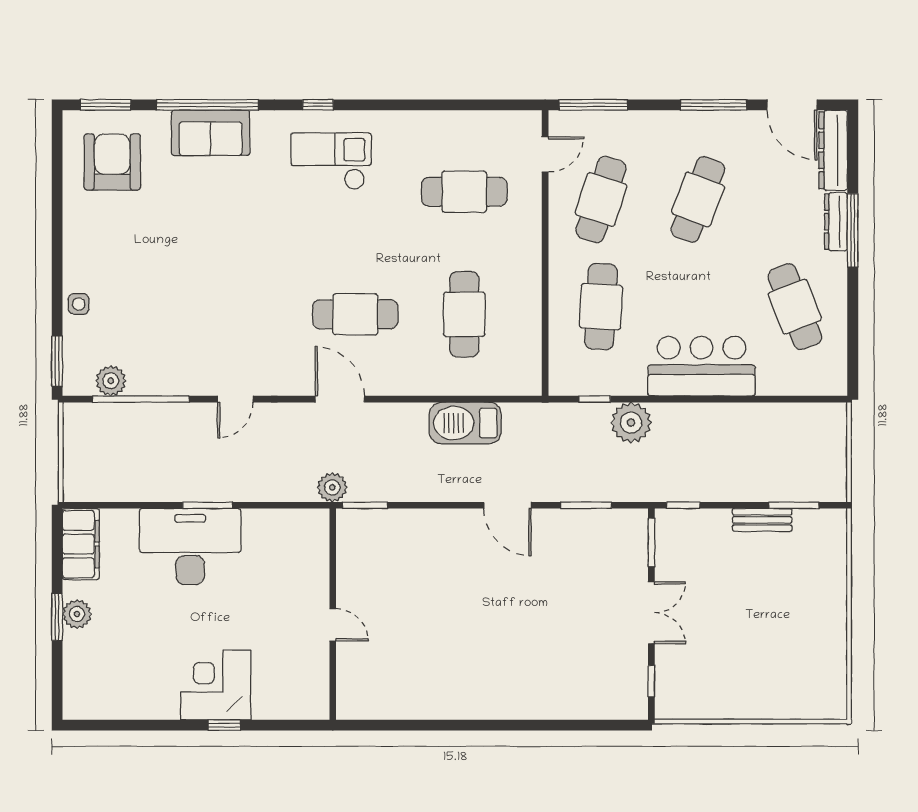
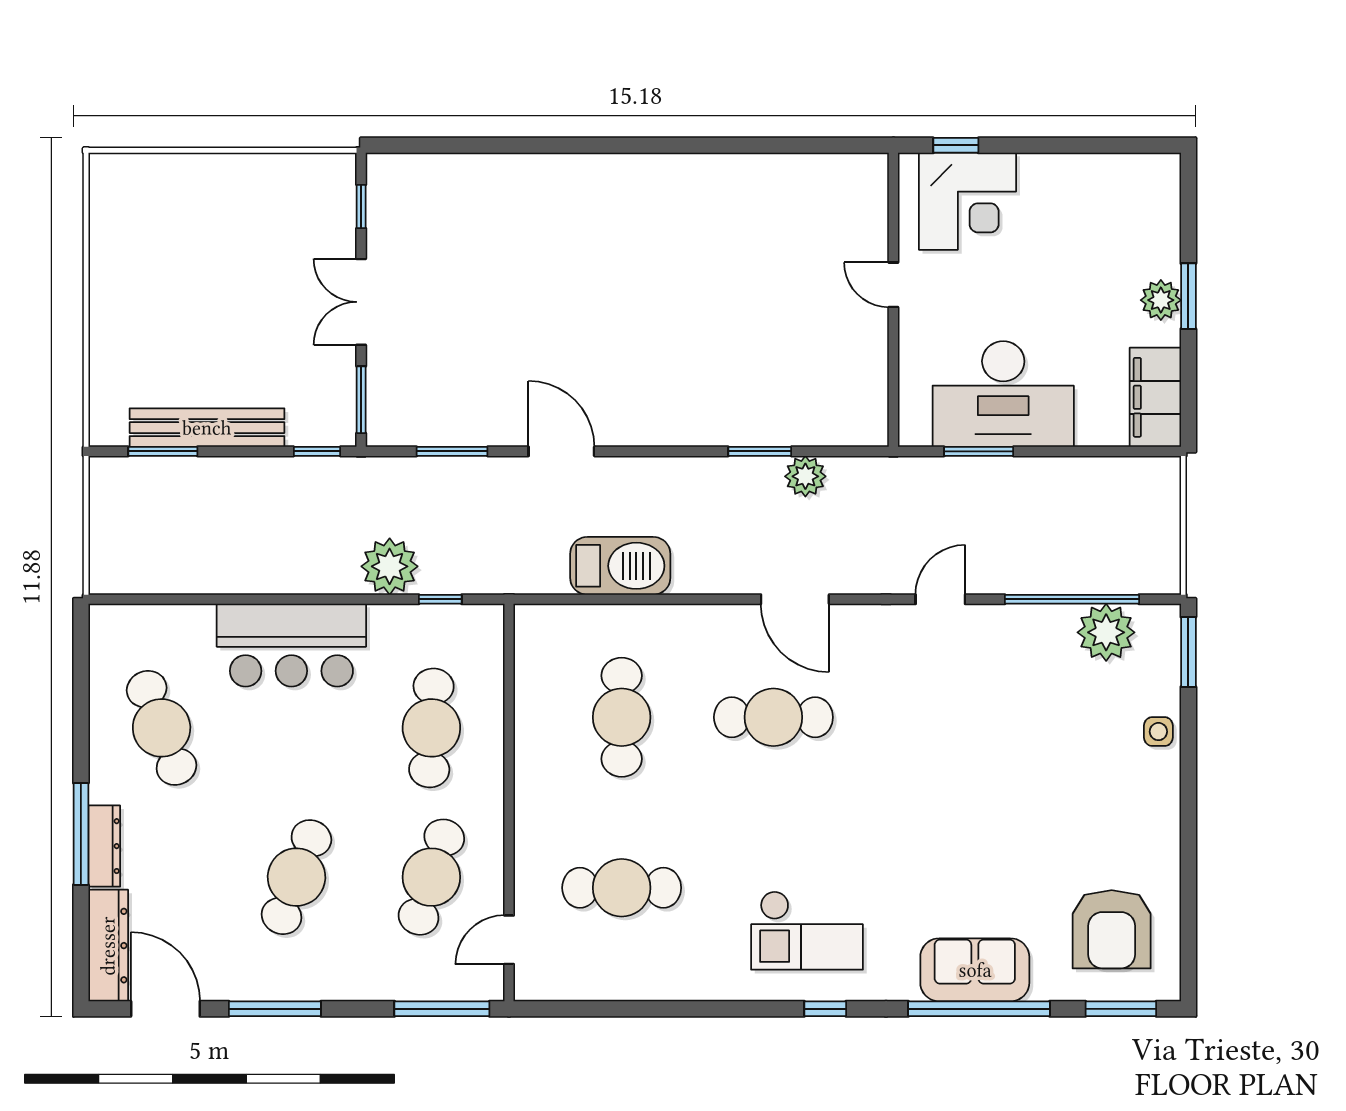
plant: (111, 381) -> (1106, 632), width x1.36, depth x1.36
bench: (762, 520) -> (207, 428), width x1.86, depth x1.21
wall: (333, 614) -> (893, 300), moved
door: (333, 625) -> (893, 285), moved

